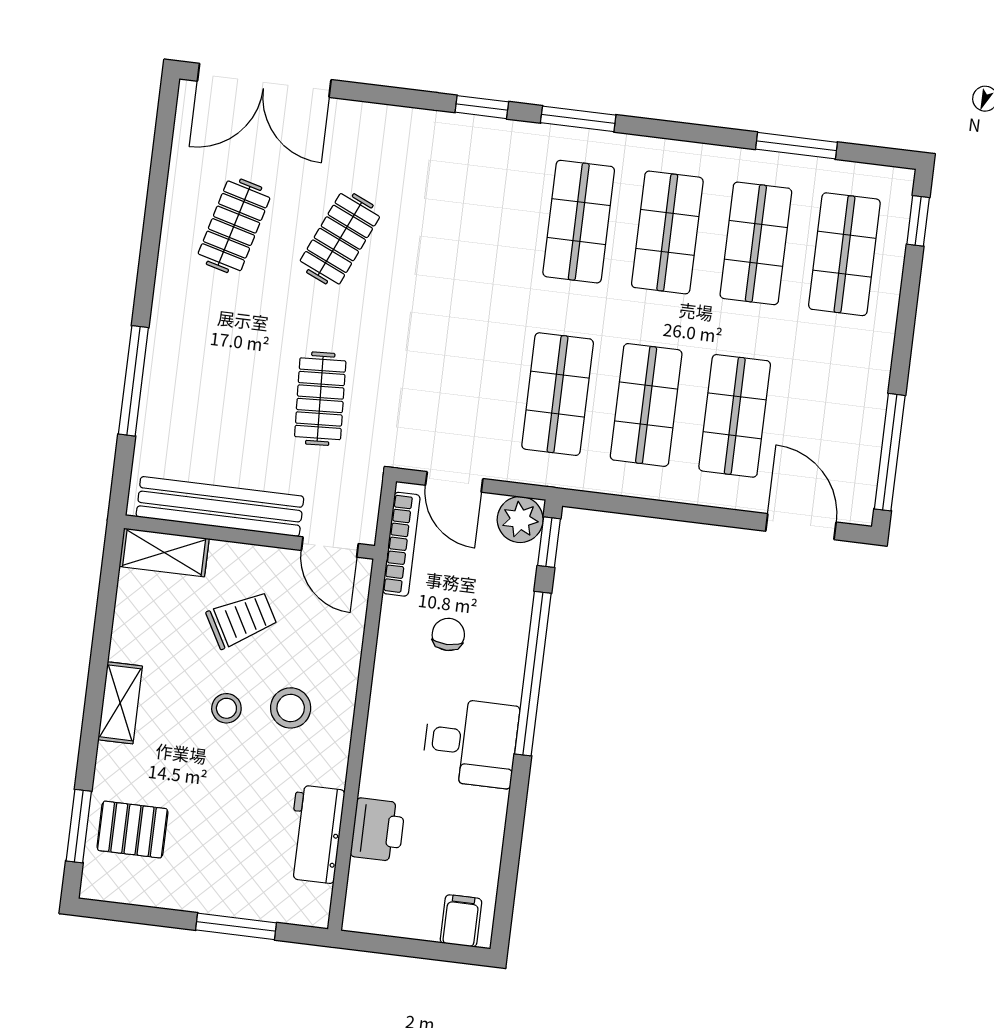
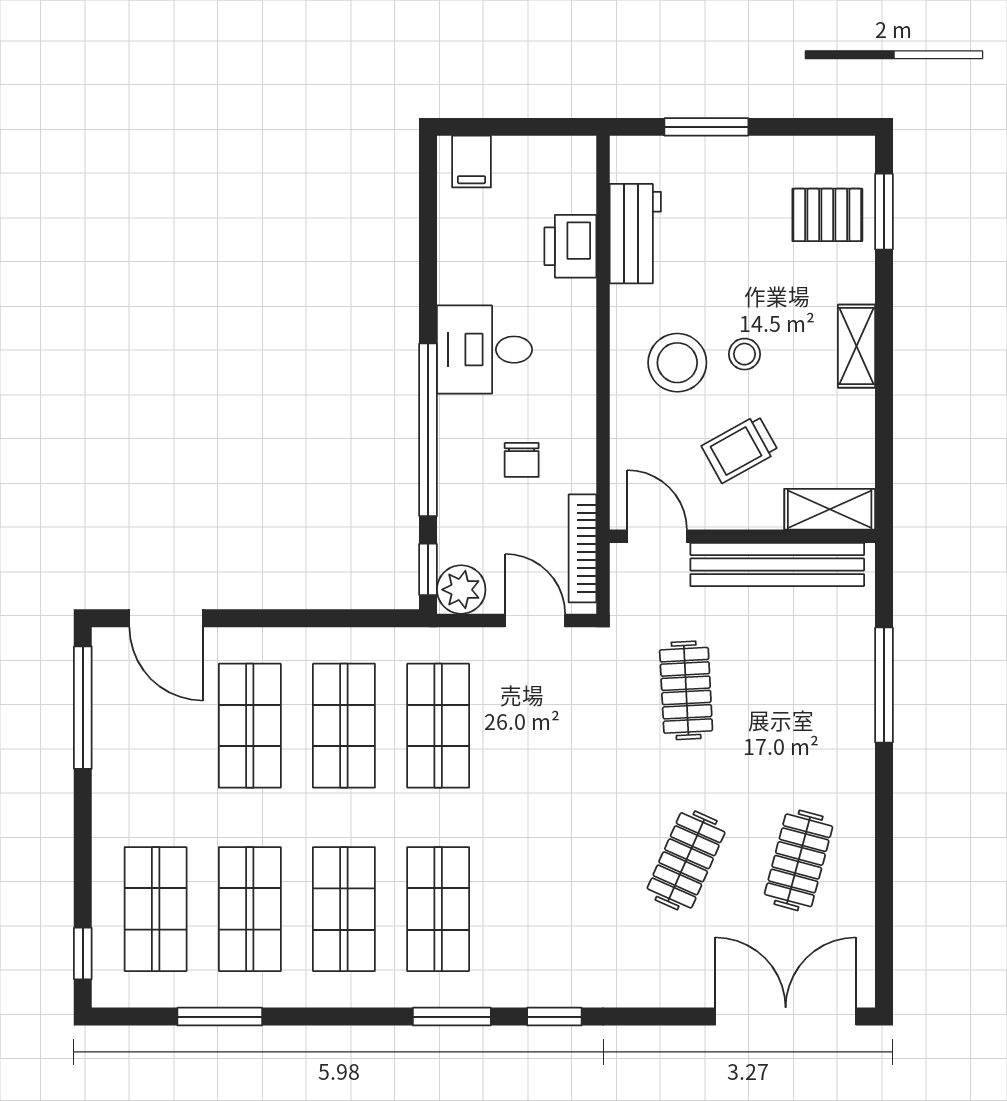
stool: (291, 708) -> (677, 363), width x1.38, depth x1.38

